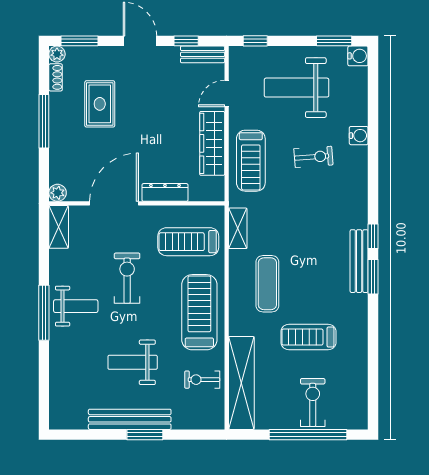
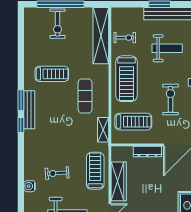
exercise bike: (127, 278) -> (170, 99), turned 180
treadmill: (309, 337) -> (52, 74), moved

